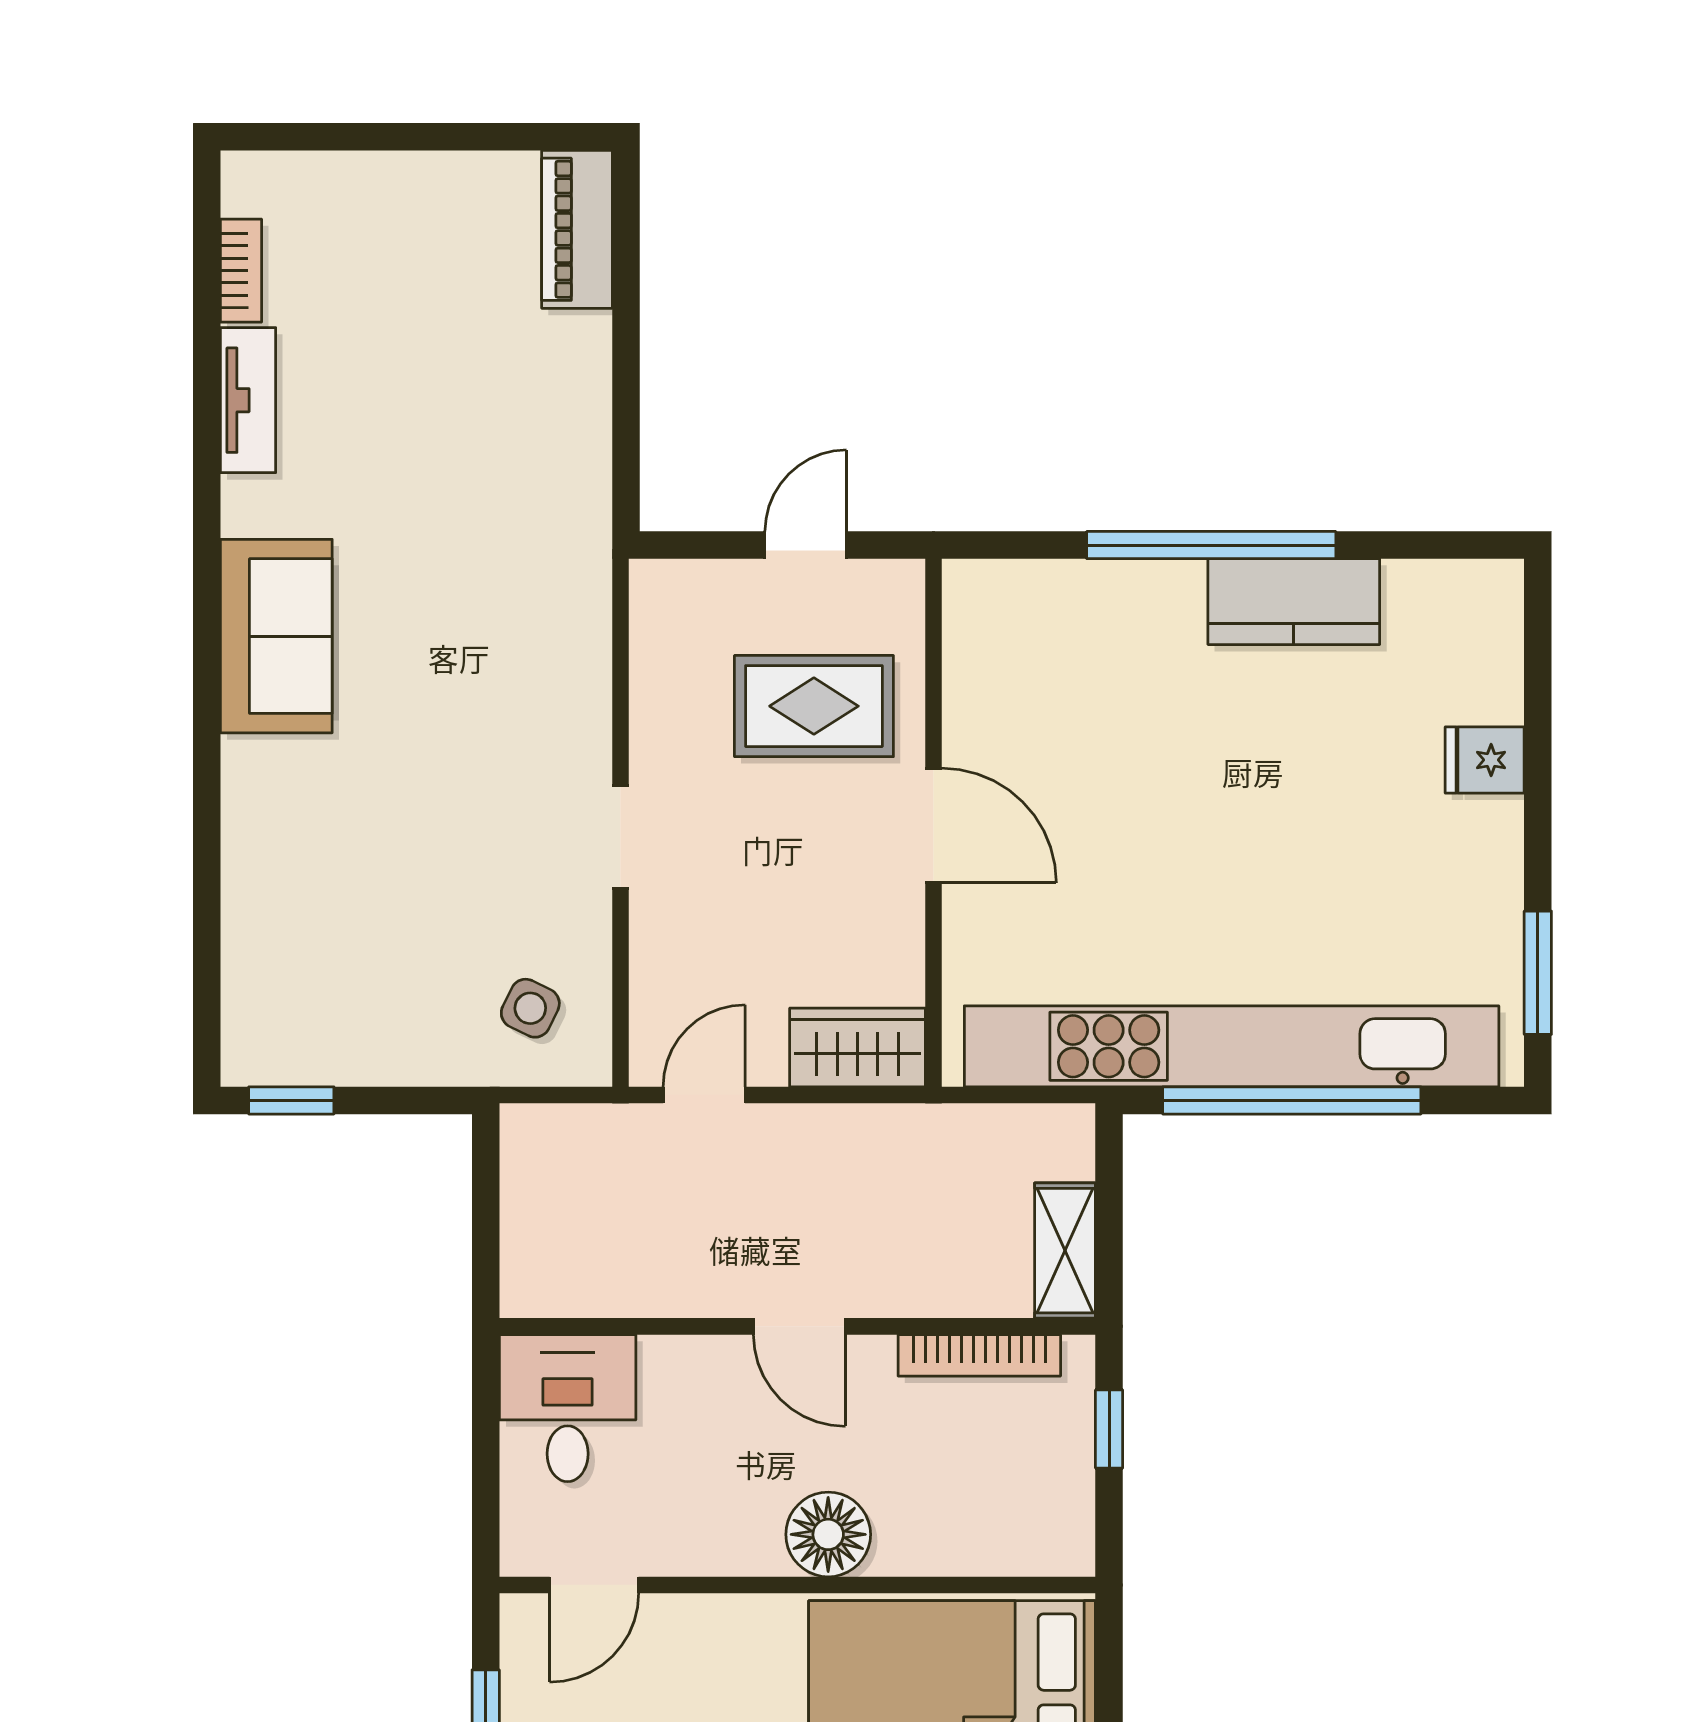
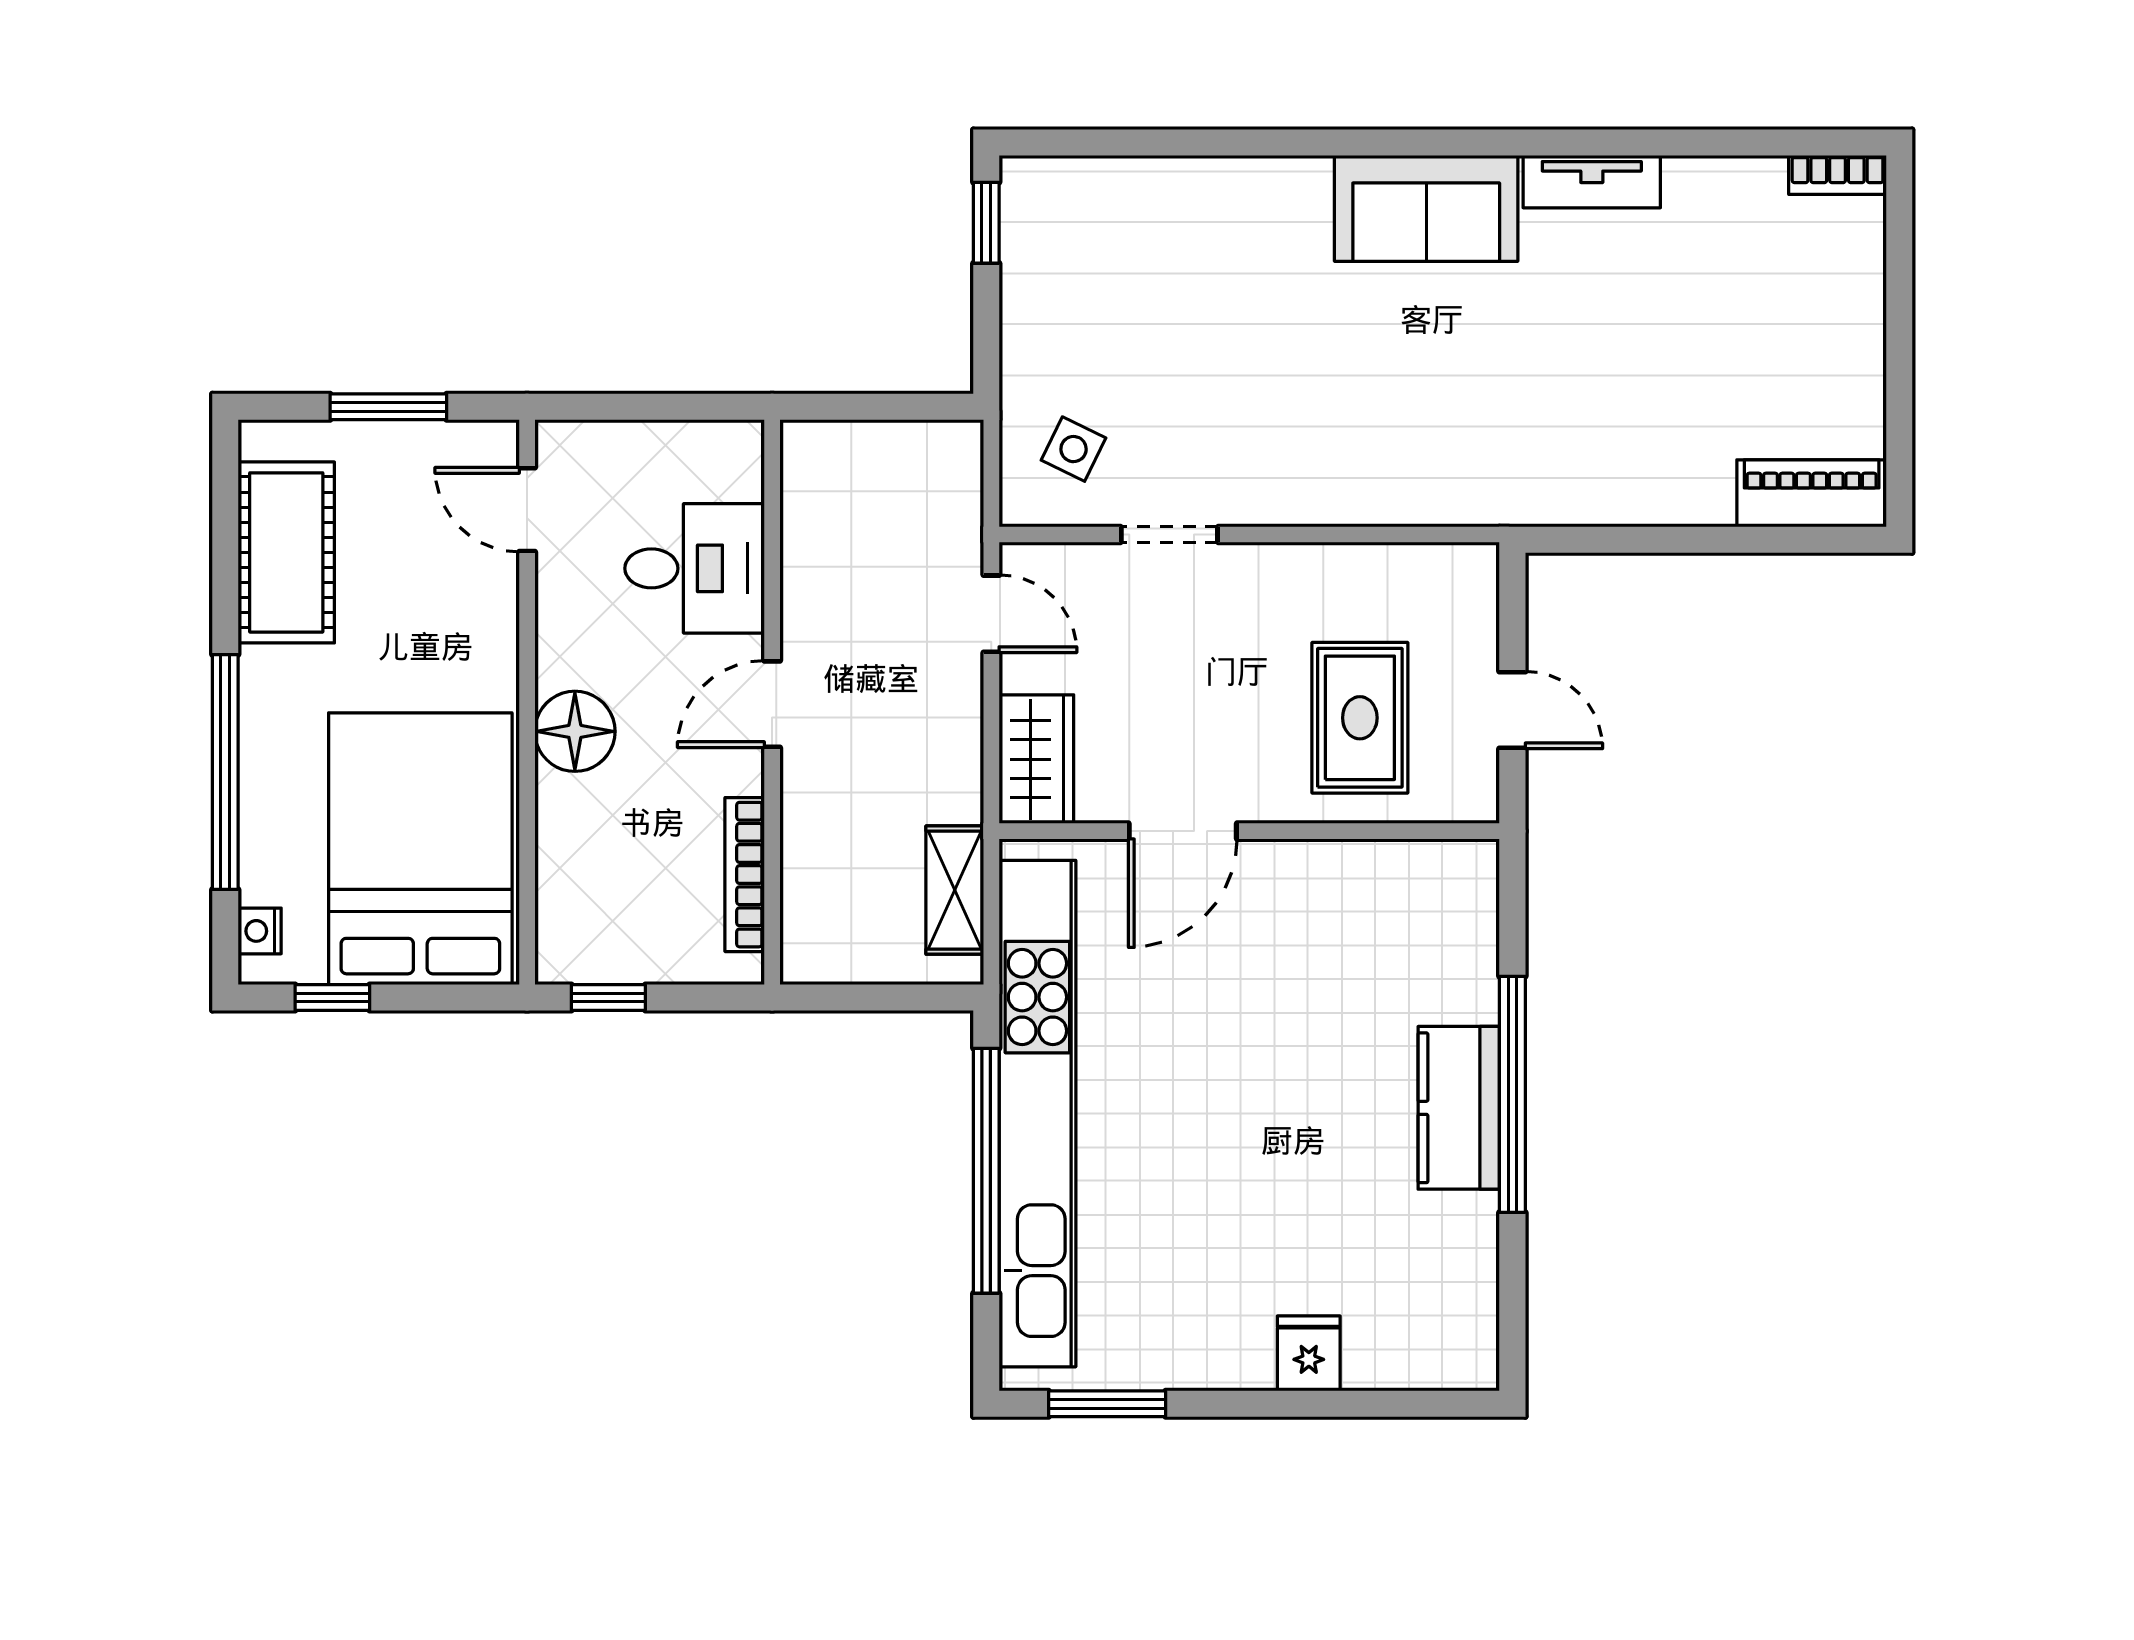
bookcase: (241, 271) -> (1838, 175), moved
tv unit: (248, 400) -> (1592, 182), moved
kitchen counter: (1294, 602) -> (1459, 1108), moved
door: (934, 826) -> (1183, 831), moved
doorway: (620, 837) -> (1169, 535), moved
shelving: (1065, 1251) -> (955, 890), moved, turned 90
desk: (568, 1408) -> (695, 568), moved
window: (1109, 1429) -> (608, 998), moved

